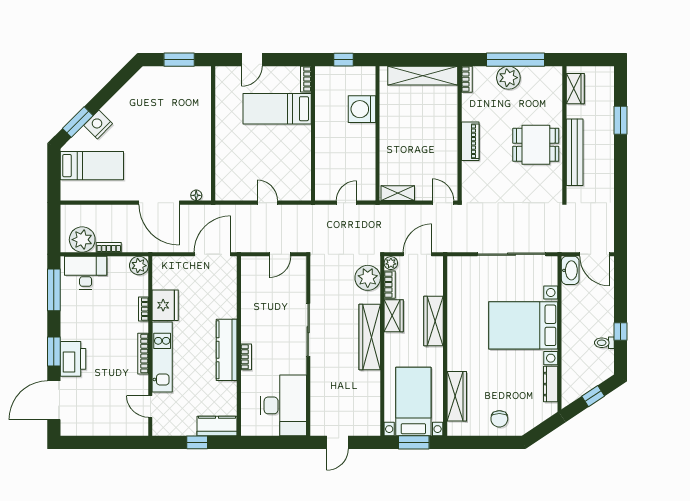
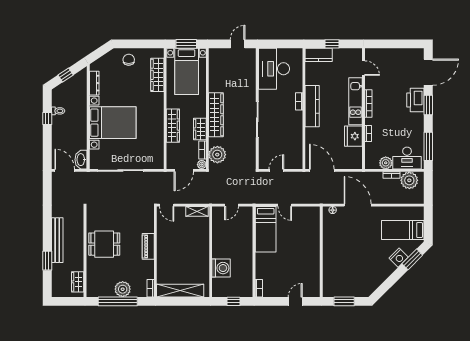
bed: (277, 109) -> (266, 229), moved, turned 90
bench: (575, 152) -> (57, 240), moved
door: (212, 254) -> (322, 170), swing flipped
plant: (139, 266) -> (386, 163), moved

